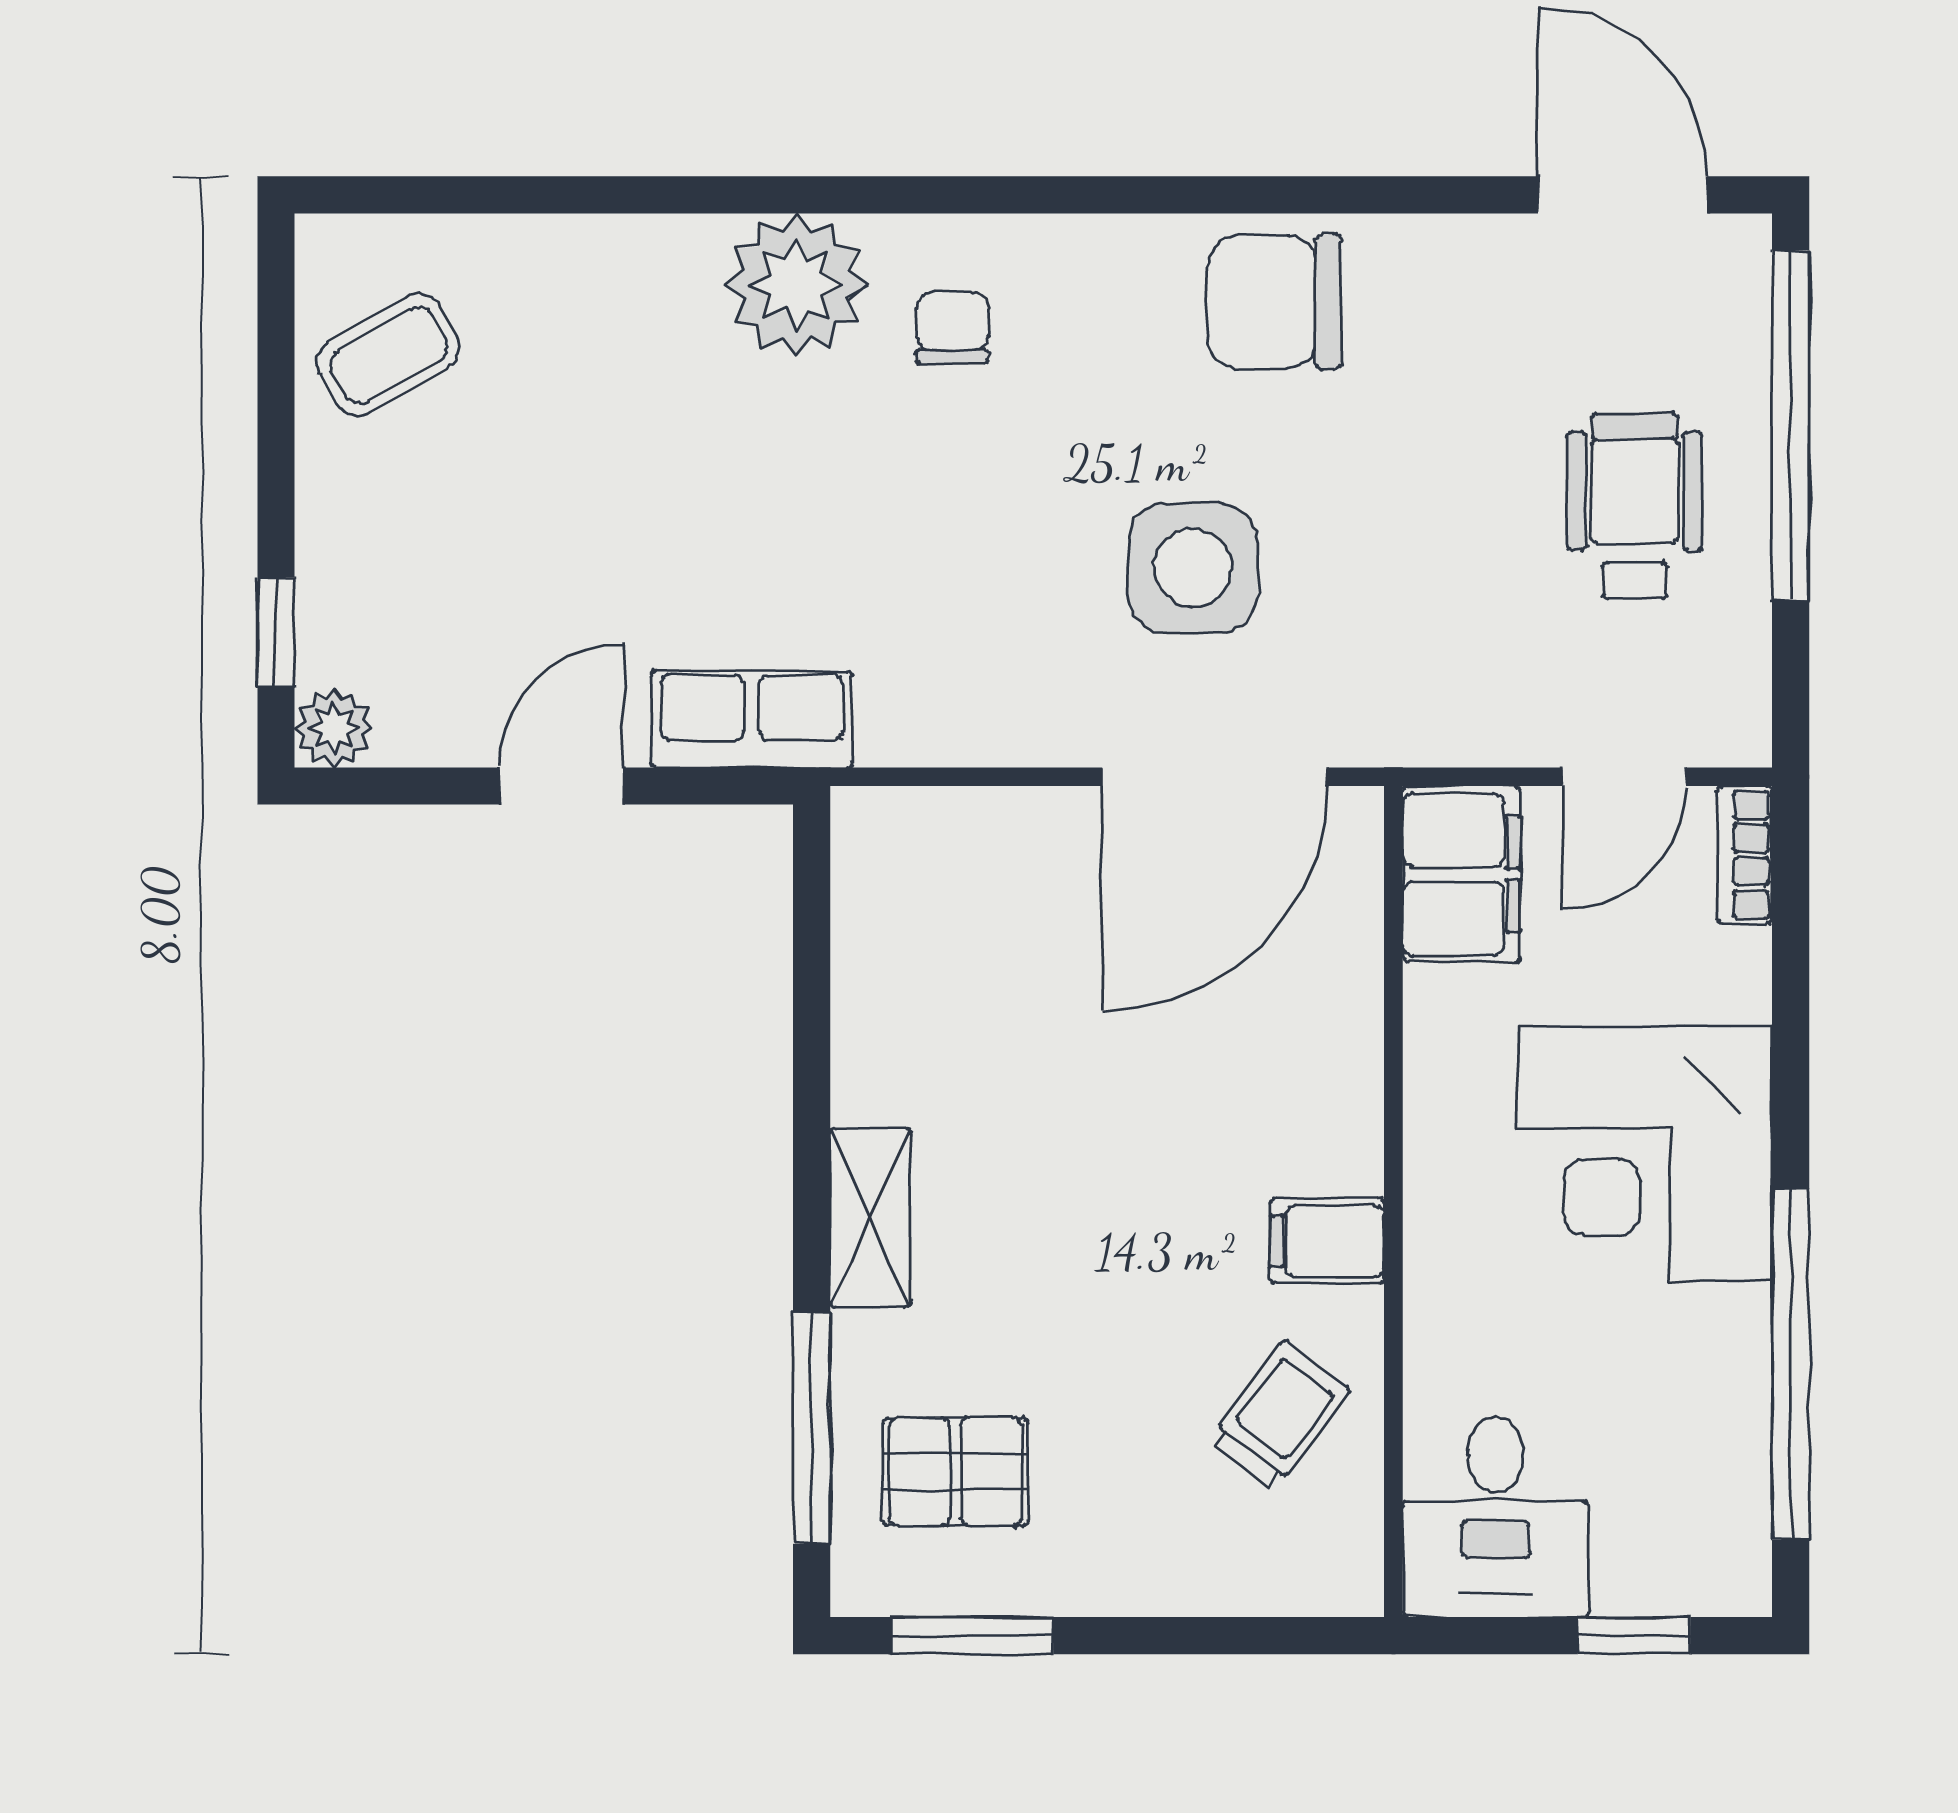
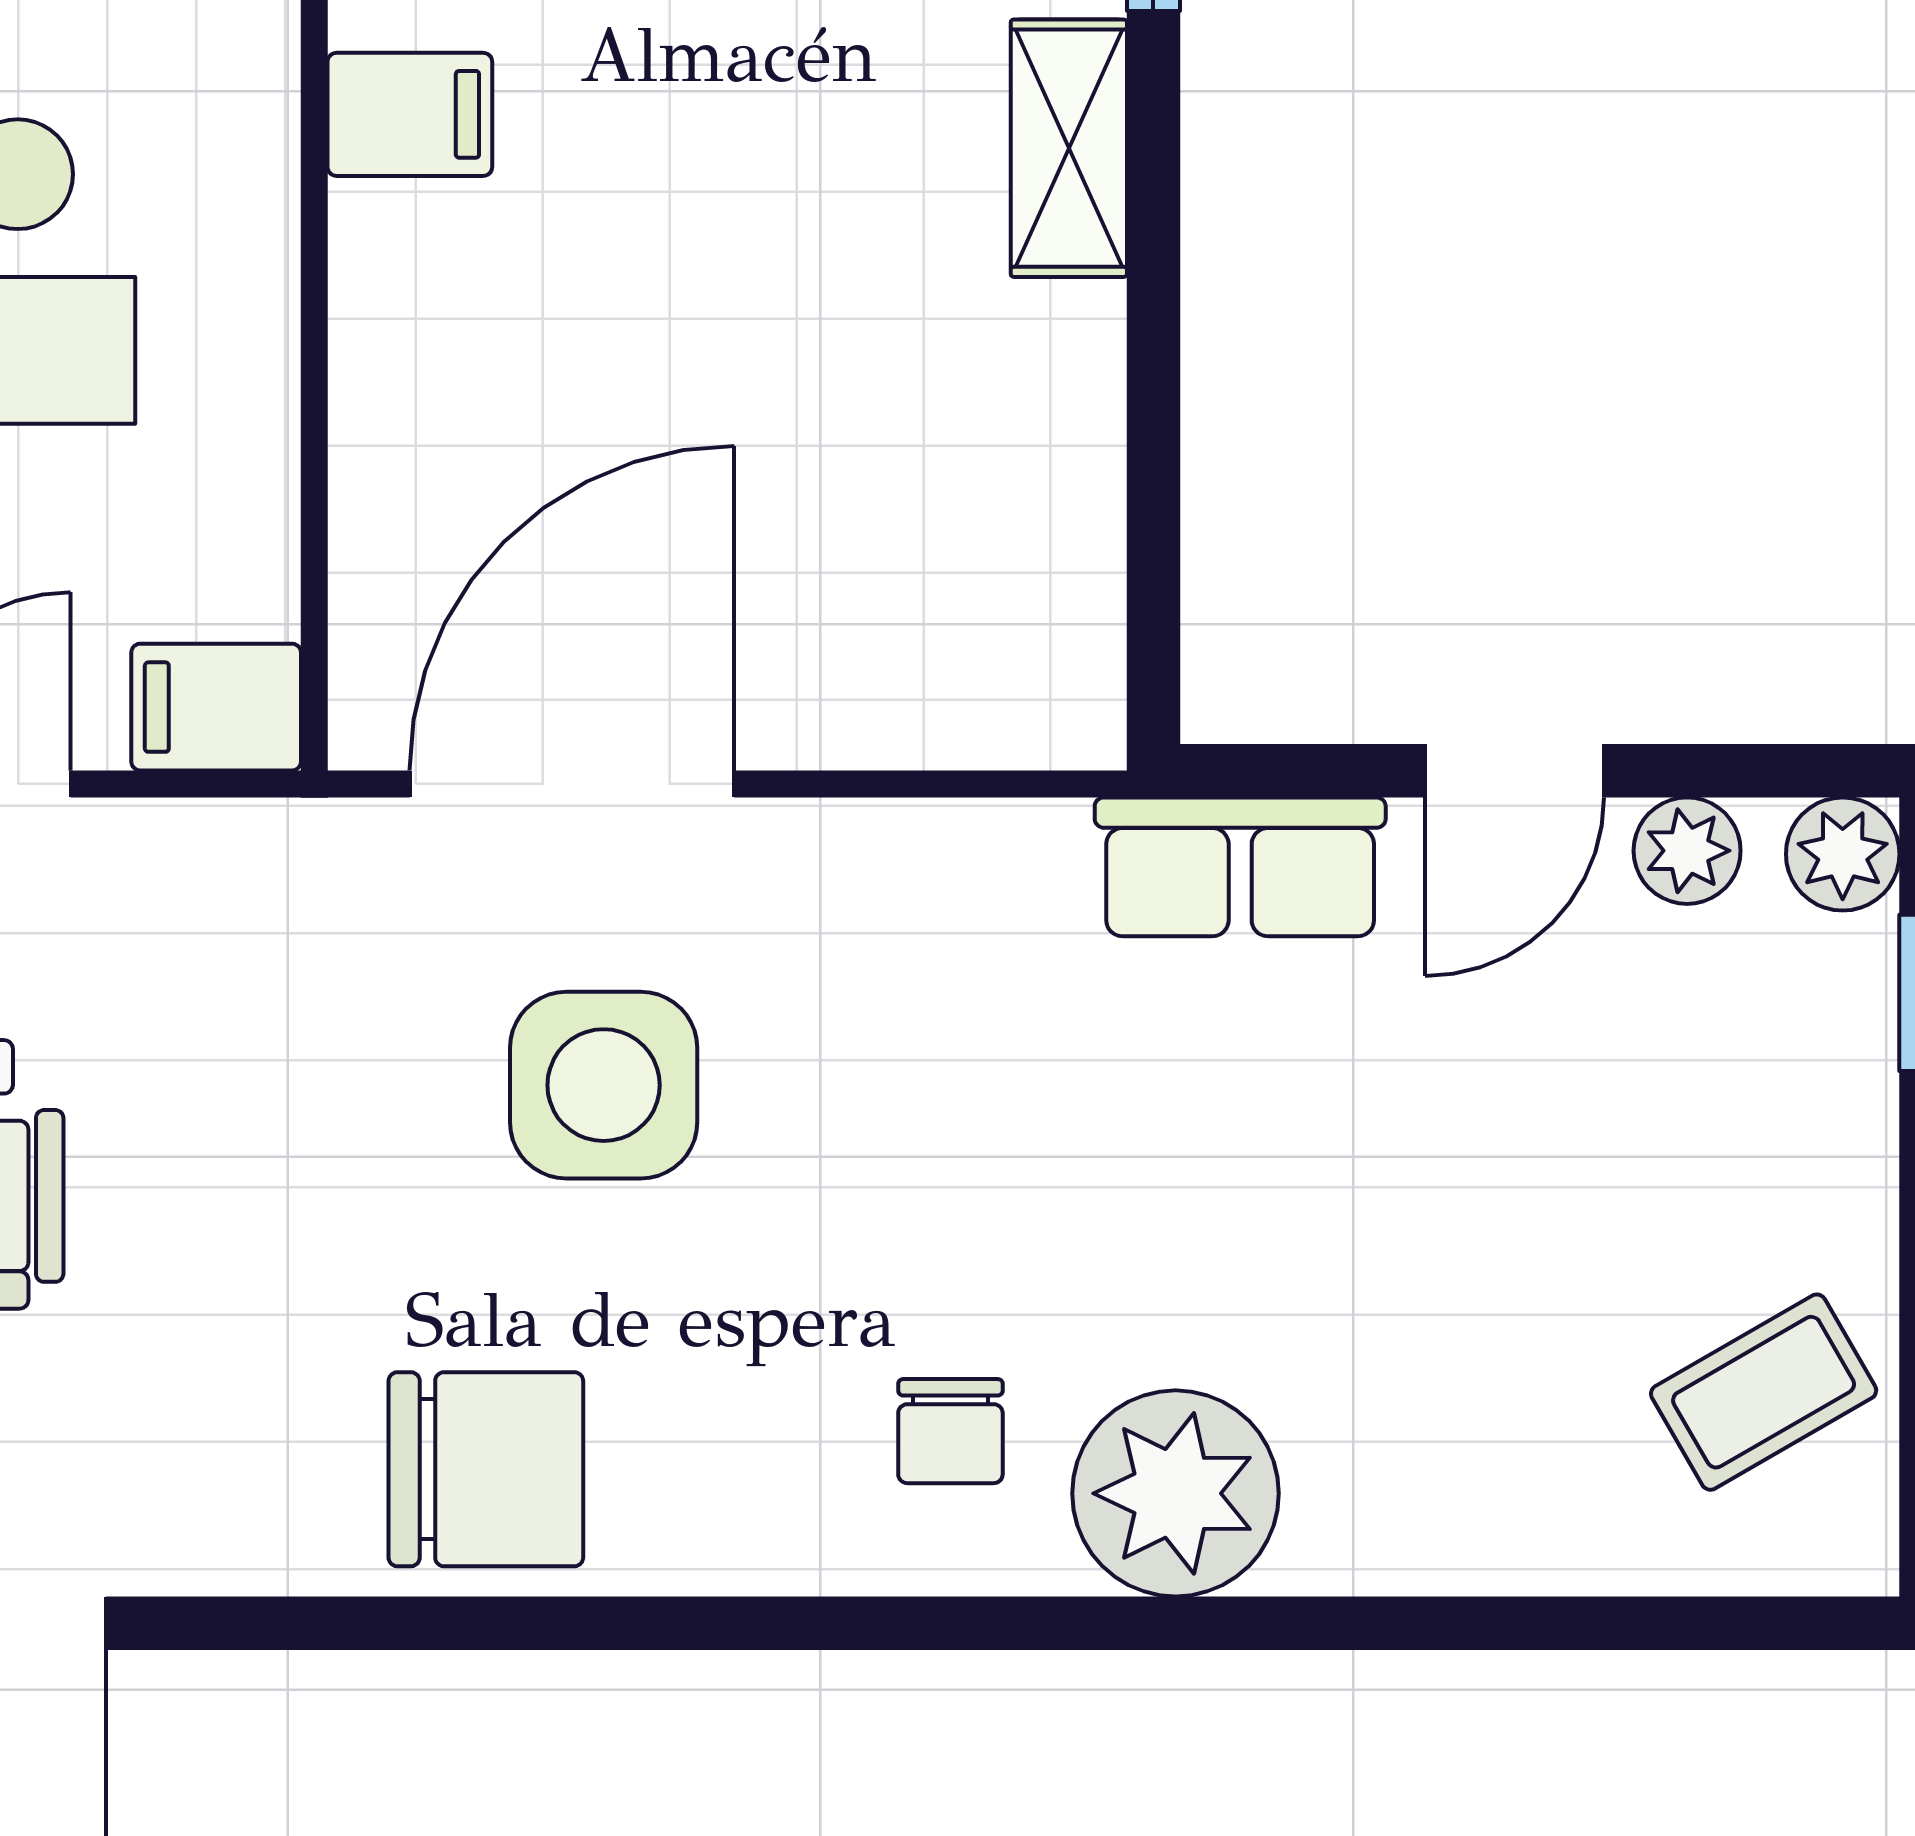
plant: (442, 731) -> (1687, 851), added
filing cabinet: (1461, 874) -> (216, 707), width x0.50

